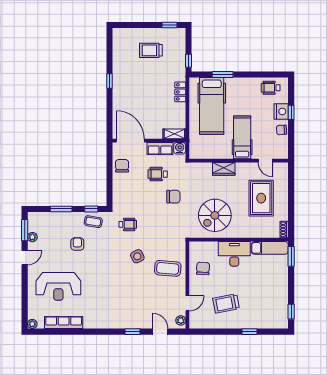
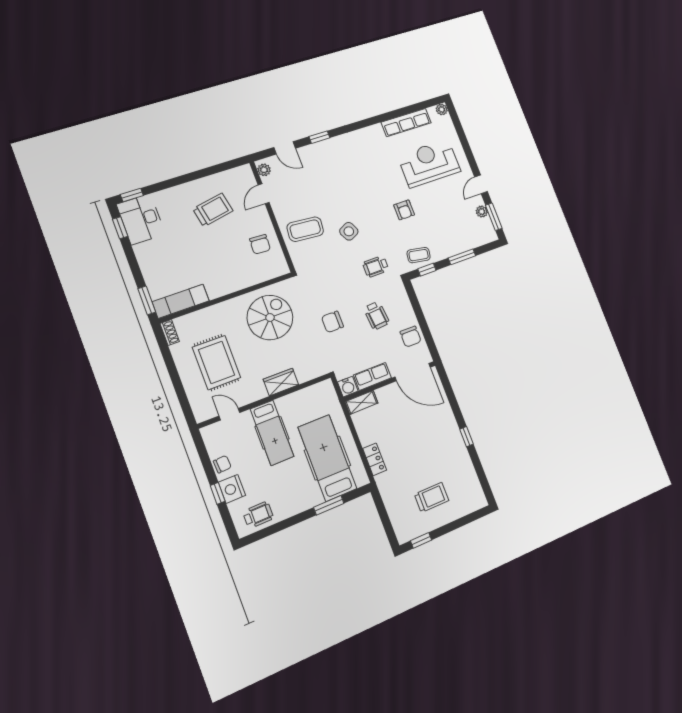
window: (189, 61) -> (379, 504), removed
wheelchair: (158, 174) -> (376, 316), moved, turned 85
armchair: (77, 244) -> (404, 210), moved
desk: (234, 254) -> (141, 219), moved, turned 90
window: (249, 332) -> (132, 195), moved

